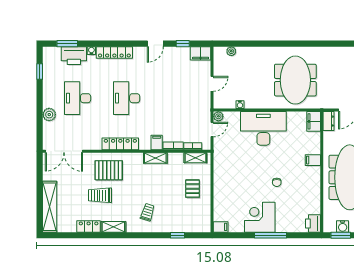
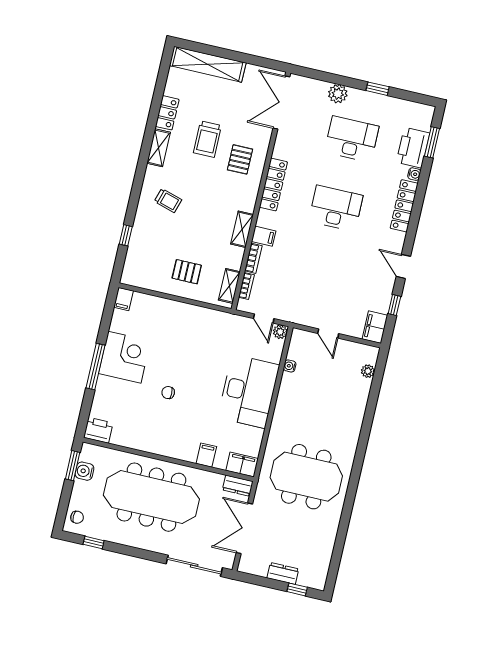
window: (40, 71) -> (378, 89), moved
meeting table: (295, 80) -> (306, 477), moved
filing cabinet: (313, 160) -> (206, 455), moved
pallet: (109, 170) -> (240, 159), width x0.67, depth x0.71
trolley: (100, 195) -> (207, 139), turned 180

